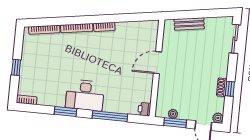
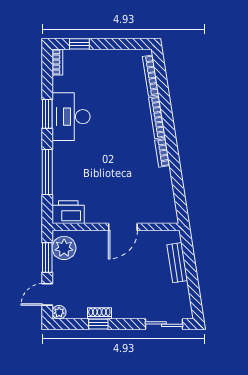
door: (158, 63) -> (123, 227), swing flipped
window: (16, 67) -> (79, 44), moved
desk: (85, 95) -> (71, 117), moved
printer: (144, 109) -> (68, 212), width x1.87, depth x1.48
plant: (173, 114) -> (64, 248), width x1.87, depth x1.87

